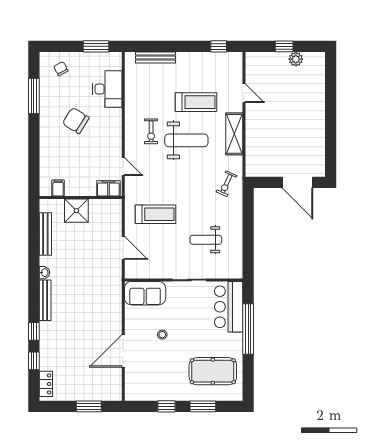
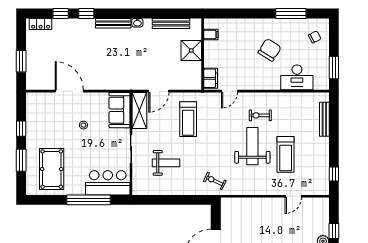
shelving: (234, 134) -> (139, 111), moved, turned 90
weight bench: (186, 140) -> (252, 146), turned 180
weight bench: (206, 240) -> (166, 163), turned 90

